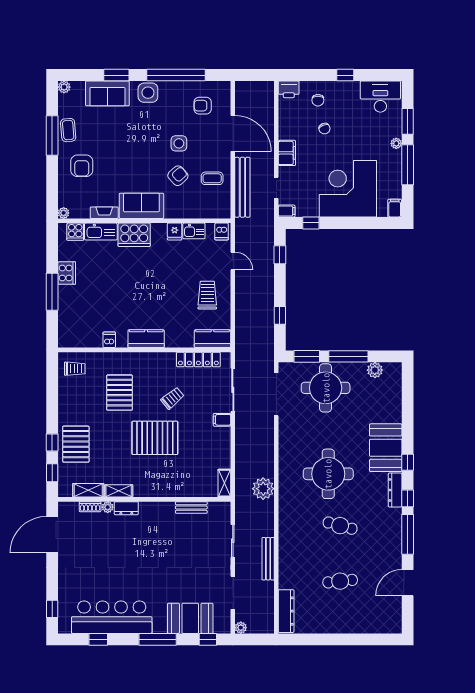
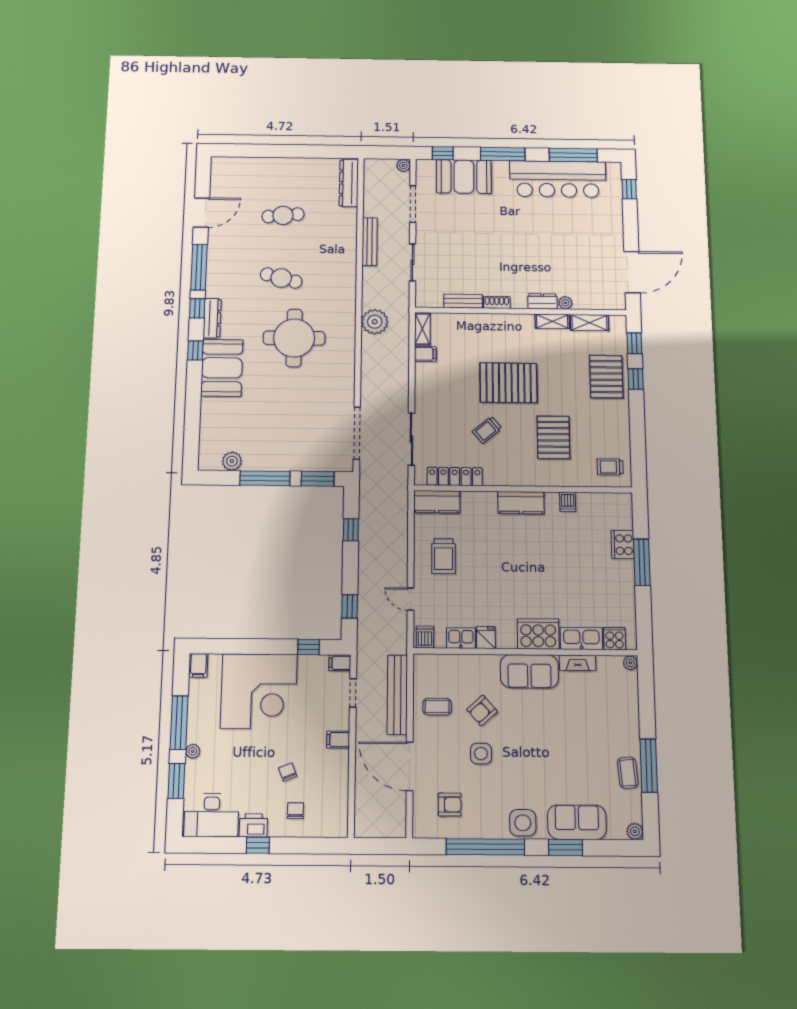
printer: (289, 89) -> (253, 825), moved
filing cabinet: (287, 153) -> (338, 740), width x0.50
armchair: (82, 166) -> (608, 725), removed
cooker: (67, 273) -> (623, 545), moved
round table: (326, 388) -> (295, 440), removed
filing cabinet: (222, 420) -> (425, 354), moved
shoe rack: (90, 507) -> (497, 302), moved
window: (98, 639) -> (573, 155), width x2.17

